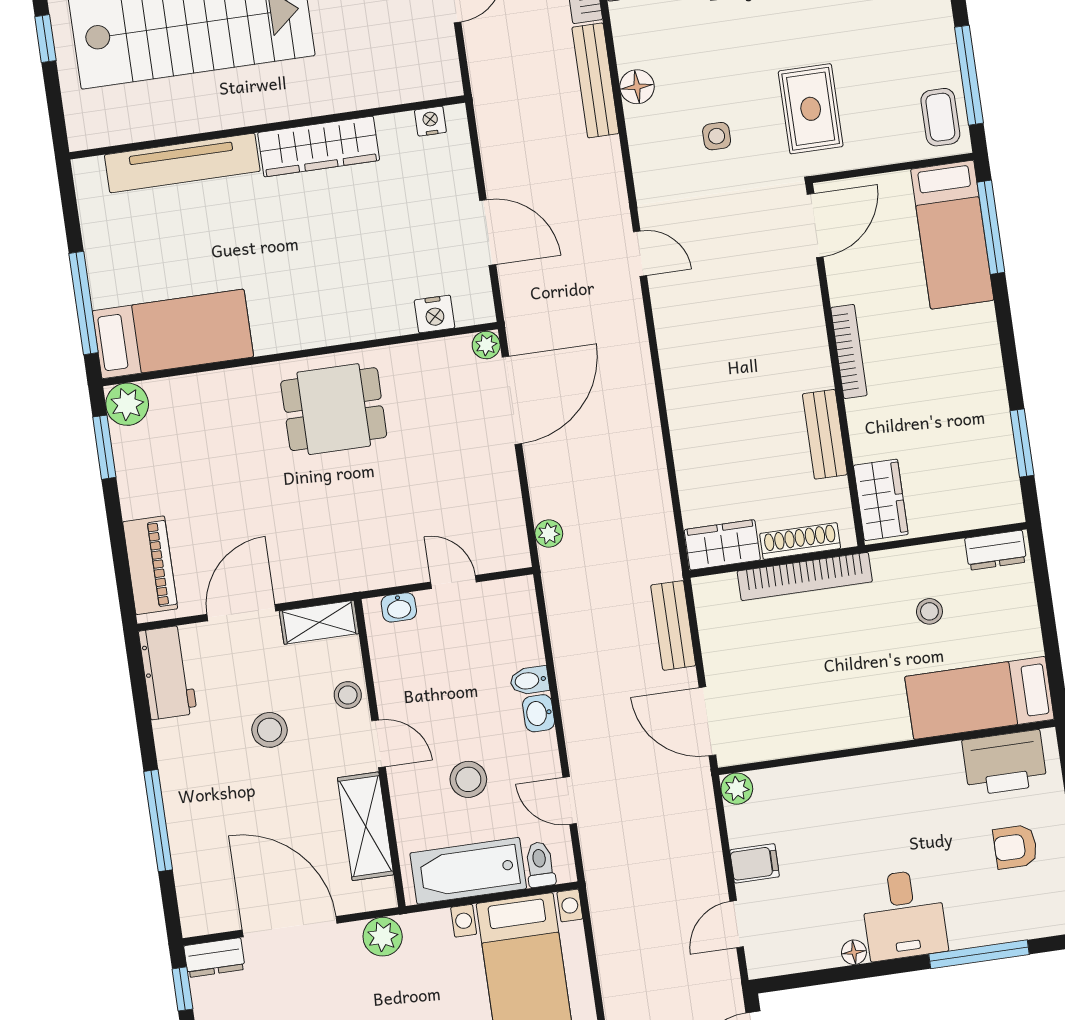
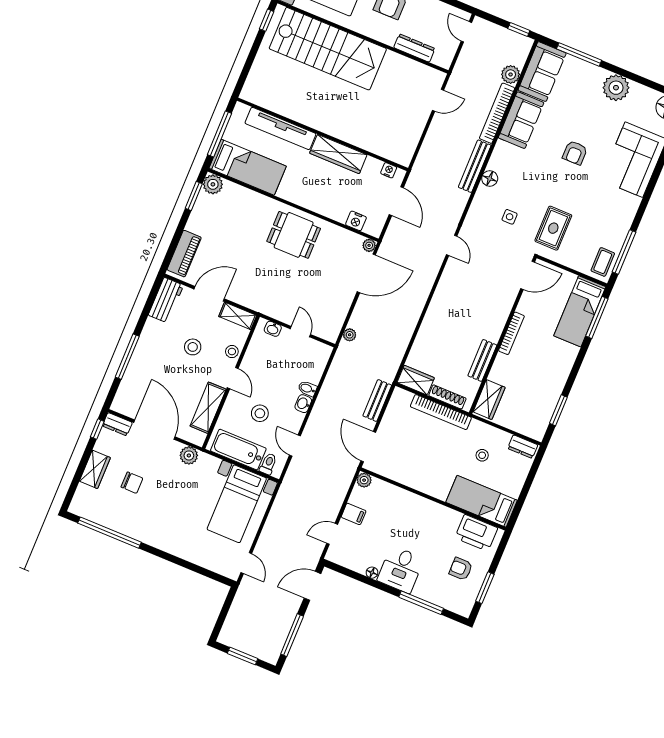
nightstand: (430, 121) -> (389, 170), moved
wall: (267, 127) -> (323, 134), moved
wardrobe: (319, 147) -> (338, 154), moved
tv unit: (182, 163) -> (280, 128), moved

